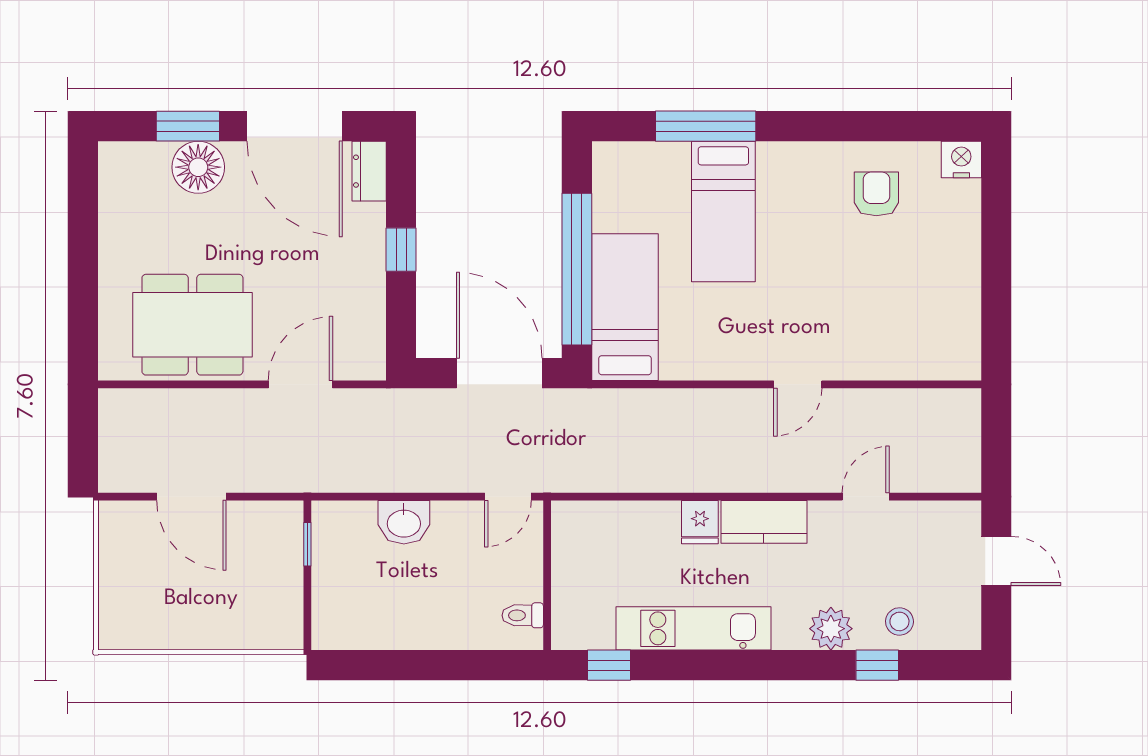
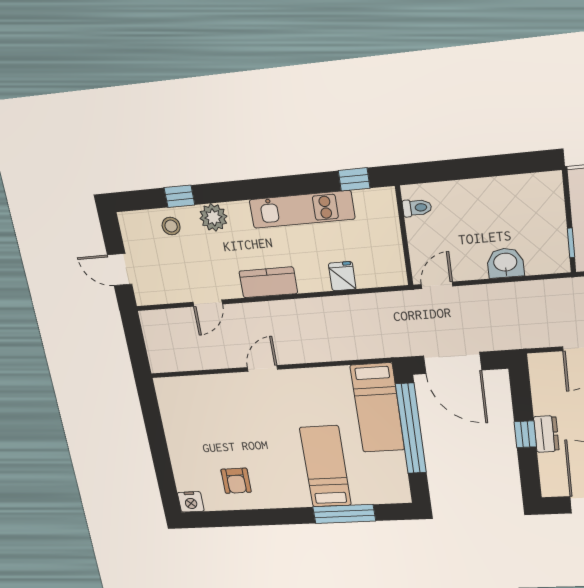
dresser: (369, 171) -> (546, 434), moved
fridge: (700, 522) -> (342, 276), moved

